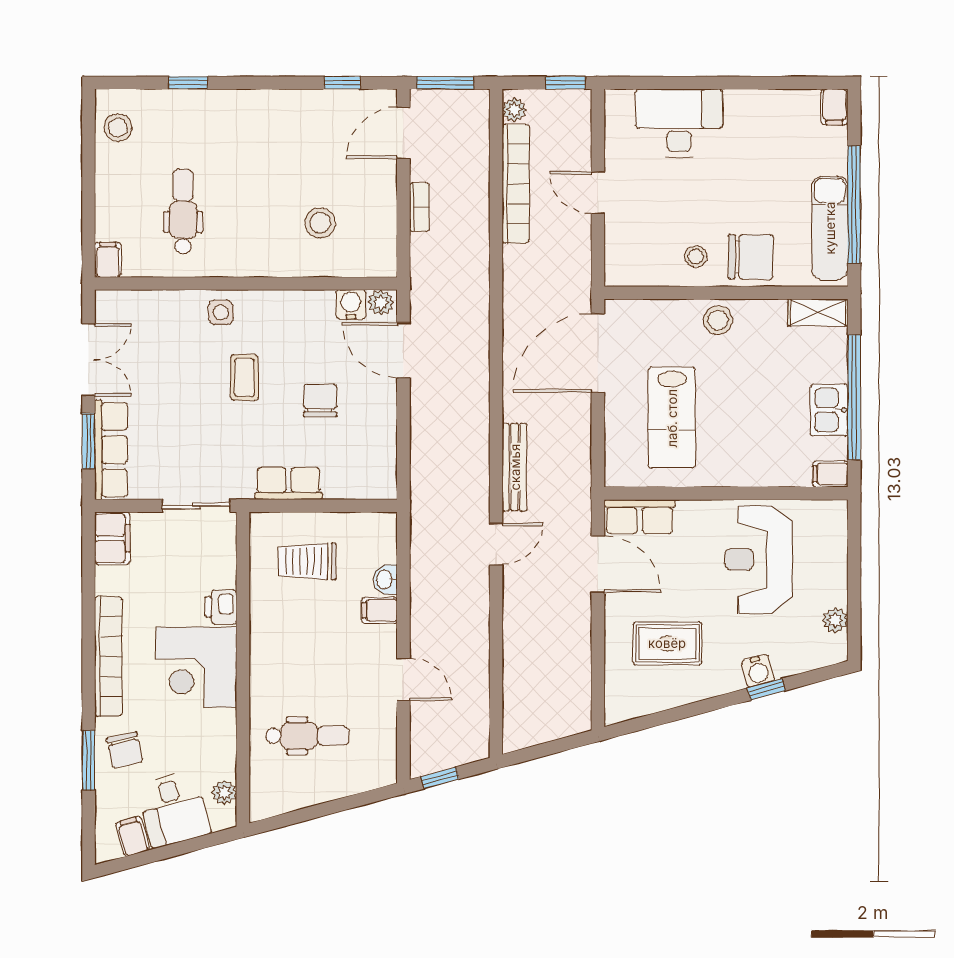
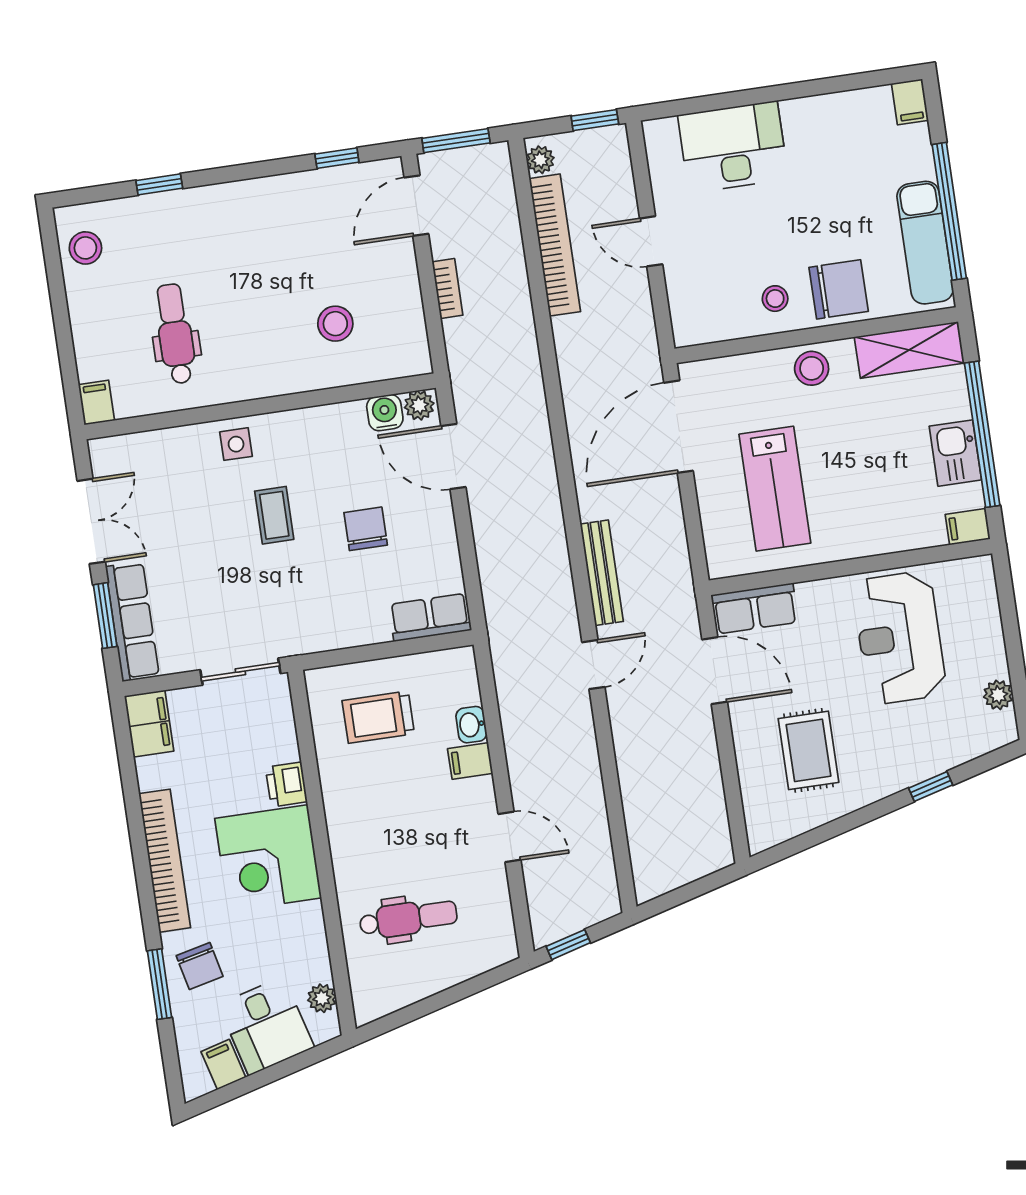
shelving: (818, 312) -> (909, 350), width x1.50, depth x1.33
row of seats: (289, 483) -> (430, 617), moved
rug: (667, 643) -> (808, 750), turned 90
water cooler: (758, 671) -> (918, 767), removed

